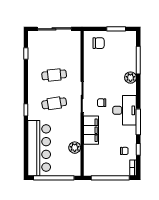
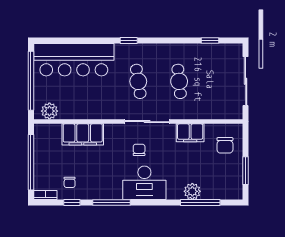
filing cabinet: (90, 67) -> (190, 133), added
plant: (130, 78) -> (192, 191), moved
desk: (125, 110) -> (144, 183), moved
filing cabinet: (91, 130) -> (83, 134), moved
plant: (75, 148) -> (49, 111), moved

